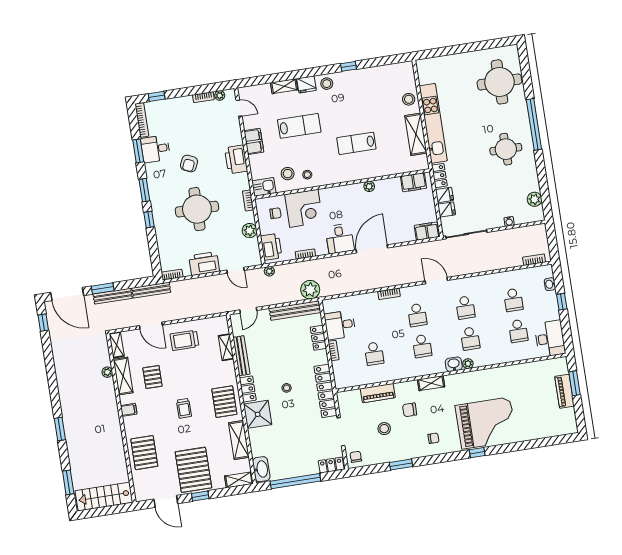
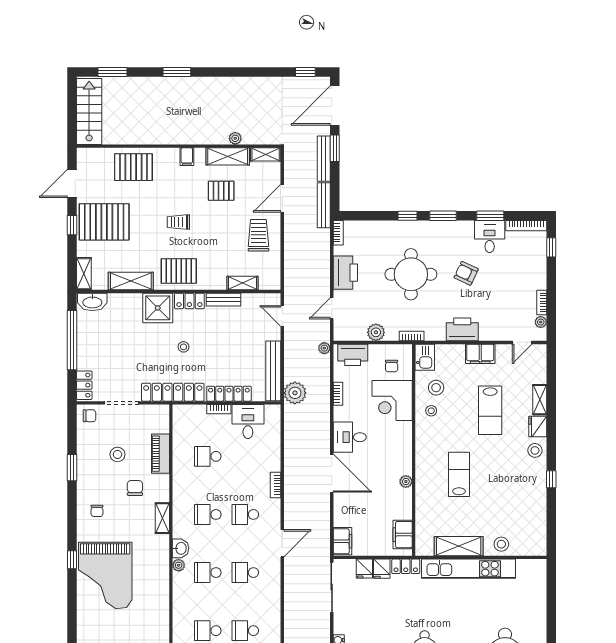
locker: (318, 338) -> (229, 394), width x1.53
bench: (241, 356) -> (224, 300), width x0.73

